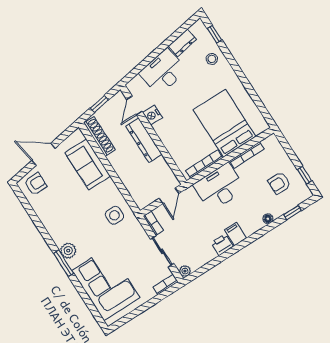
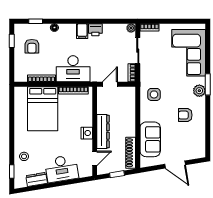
nightstand: (152, 115) -> (87, 133), moved
armchair: (279, 183) -> (32, 46), turned 90
armchair: (36, 184) -> (185, 115), moved

